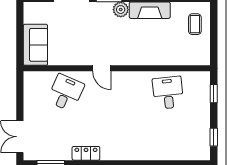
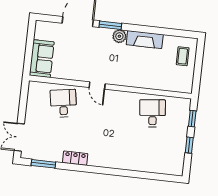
desk: (66, 93) -> (63, 103), turned -33
window: (214, 137) -> (189, 145), moved

